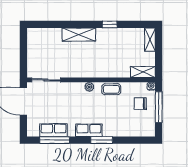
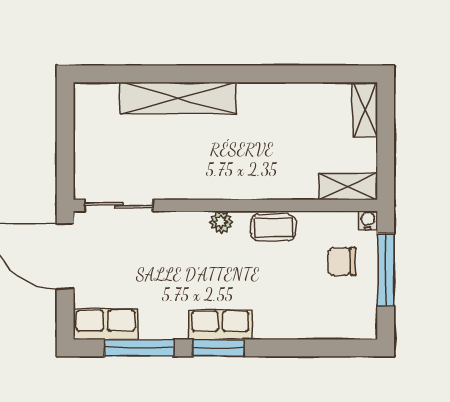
window: (110, 24) -> (270, 74), removed
shelving: (79, 35) -> (178, 98), width x1.47
row of seats: (53, 130) -> (106, 324), moved
window: (102, 140) -> (218, 348), moved

